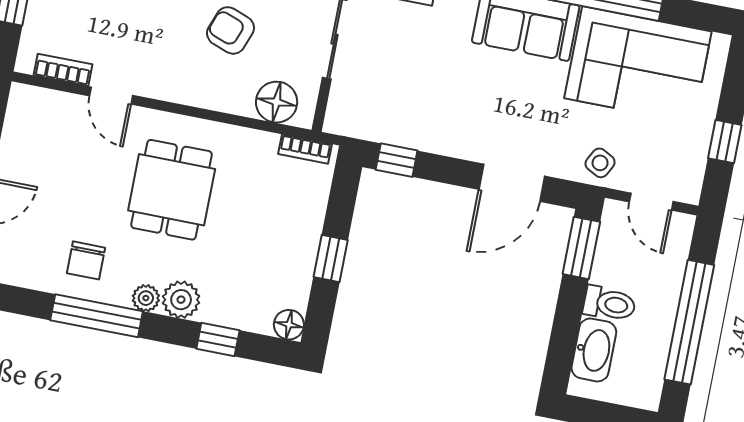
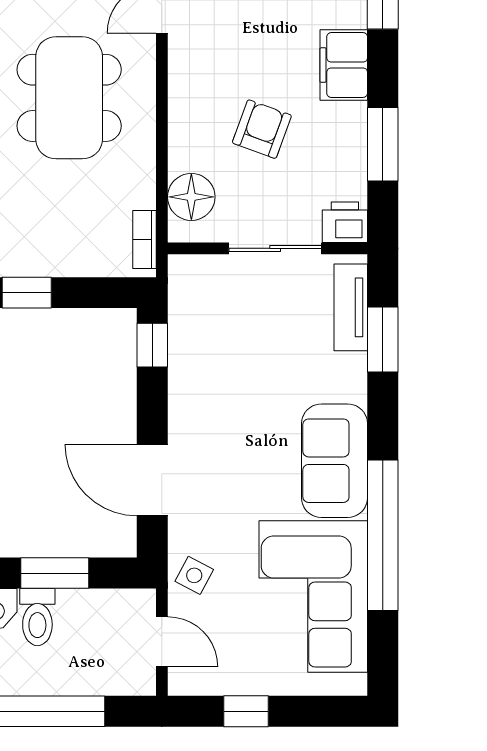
dining table: (172, 190) -> (69, 98), width x1.38
door: (651, 202) -> (162, 642), swing flipped
window: (581, 248) -> (55, 573), moved

